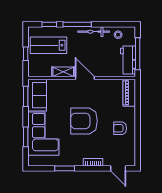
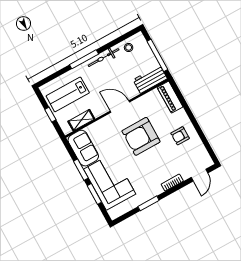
window: (49, 24) -> (57, 74), removed
workbench: (128, 60) -> (150, 79), moved, turned 90
shelving: (63, 72) -> (81, 120), moved
window: (26, 96) -> (81, 170), moved
armchair: (84, 121) -> (141, 136), moved
door: (118, 168) -> (199, 175), hinge flipped

